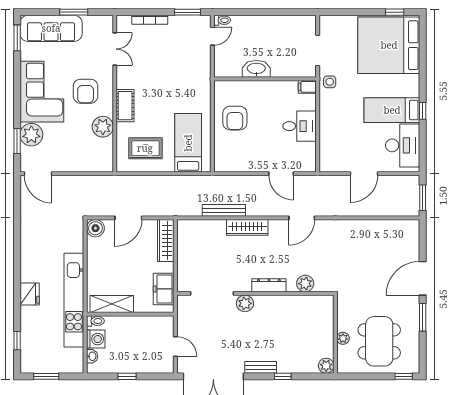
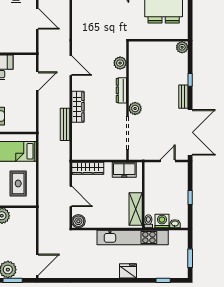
plant: (343, 338) -> (161, 35), removed

